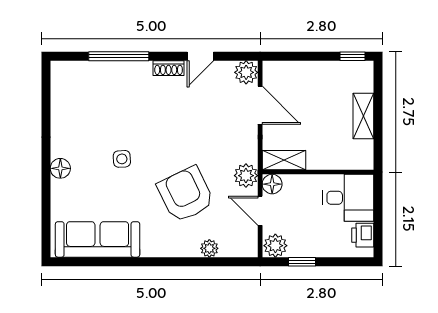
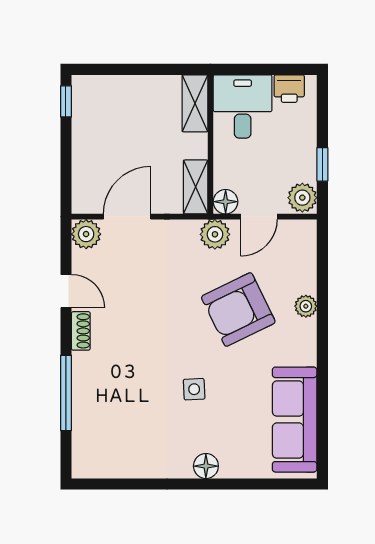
shelving: (363, 116) -> (195, 103), moved, turned 90
plant: (209, 248) -> (306, 306), moved

